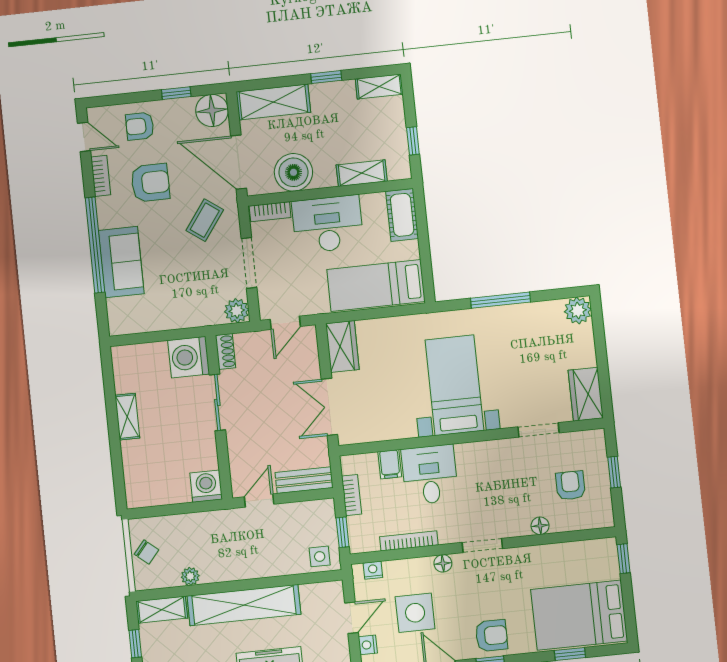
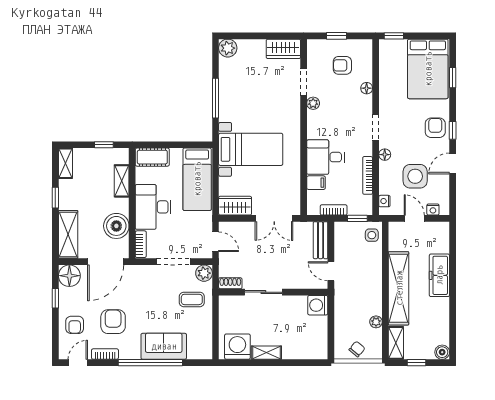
coffee table: (205, 220) -> (192, 299), moved, turned -36
washing machine: (189, 357) -> (237, 347), moved, turned 180
bed with nightstands: (454, 385) -> (251, 149), moved, turned 180
plant: (509, 447) -> (313, 103), added

